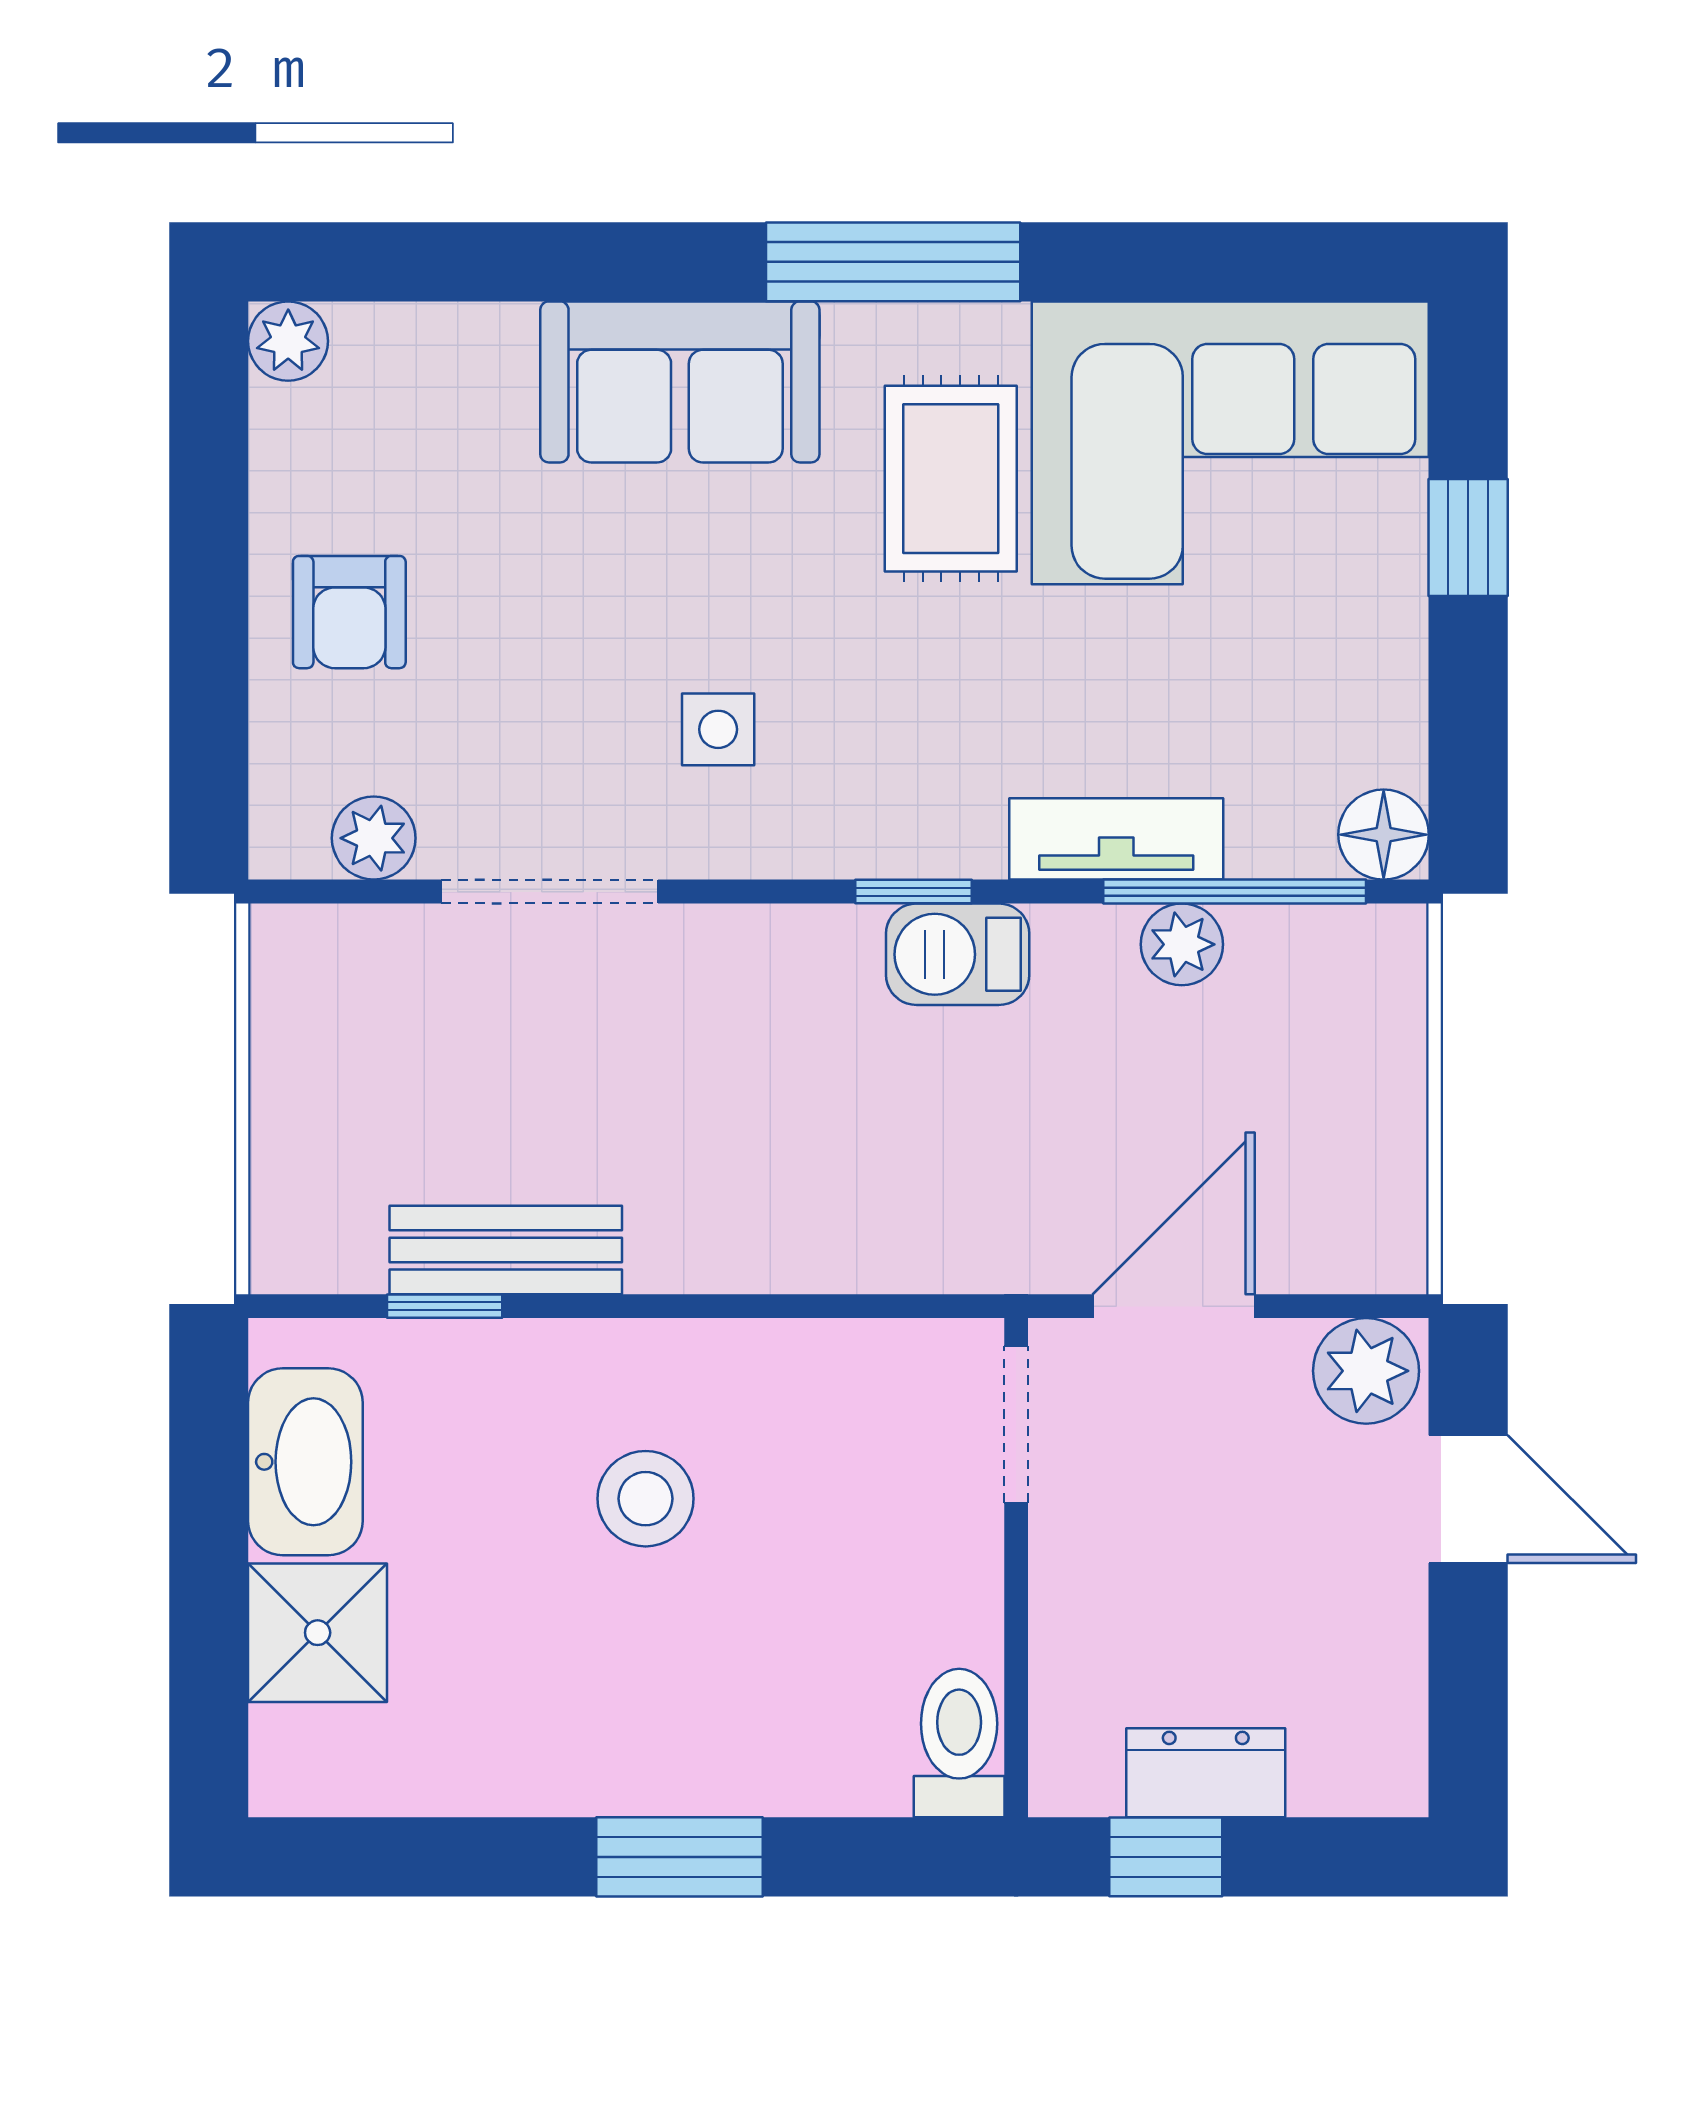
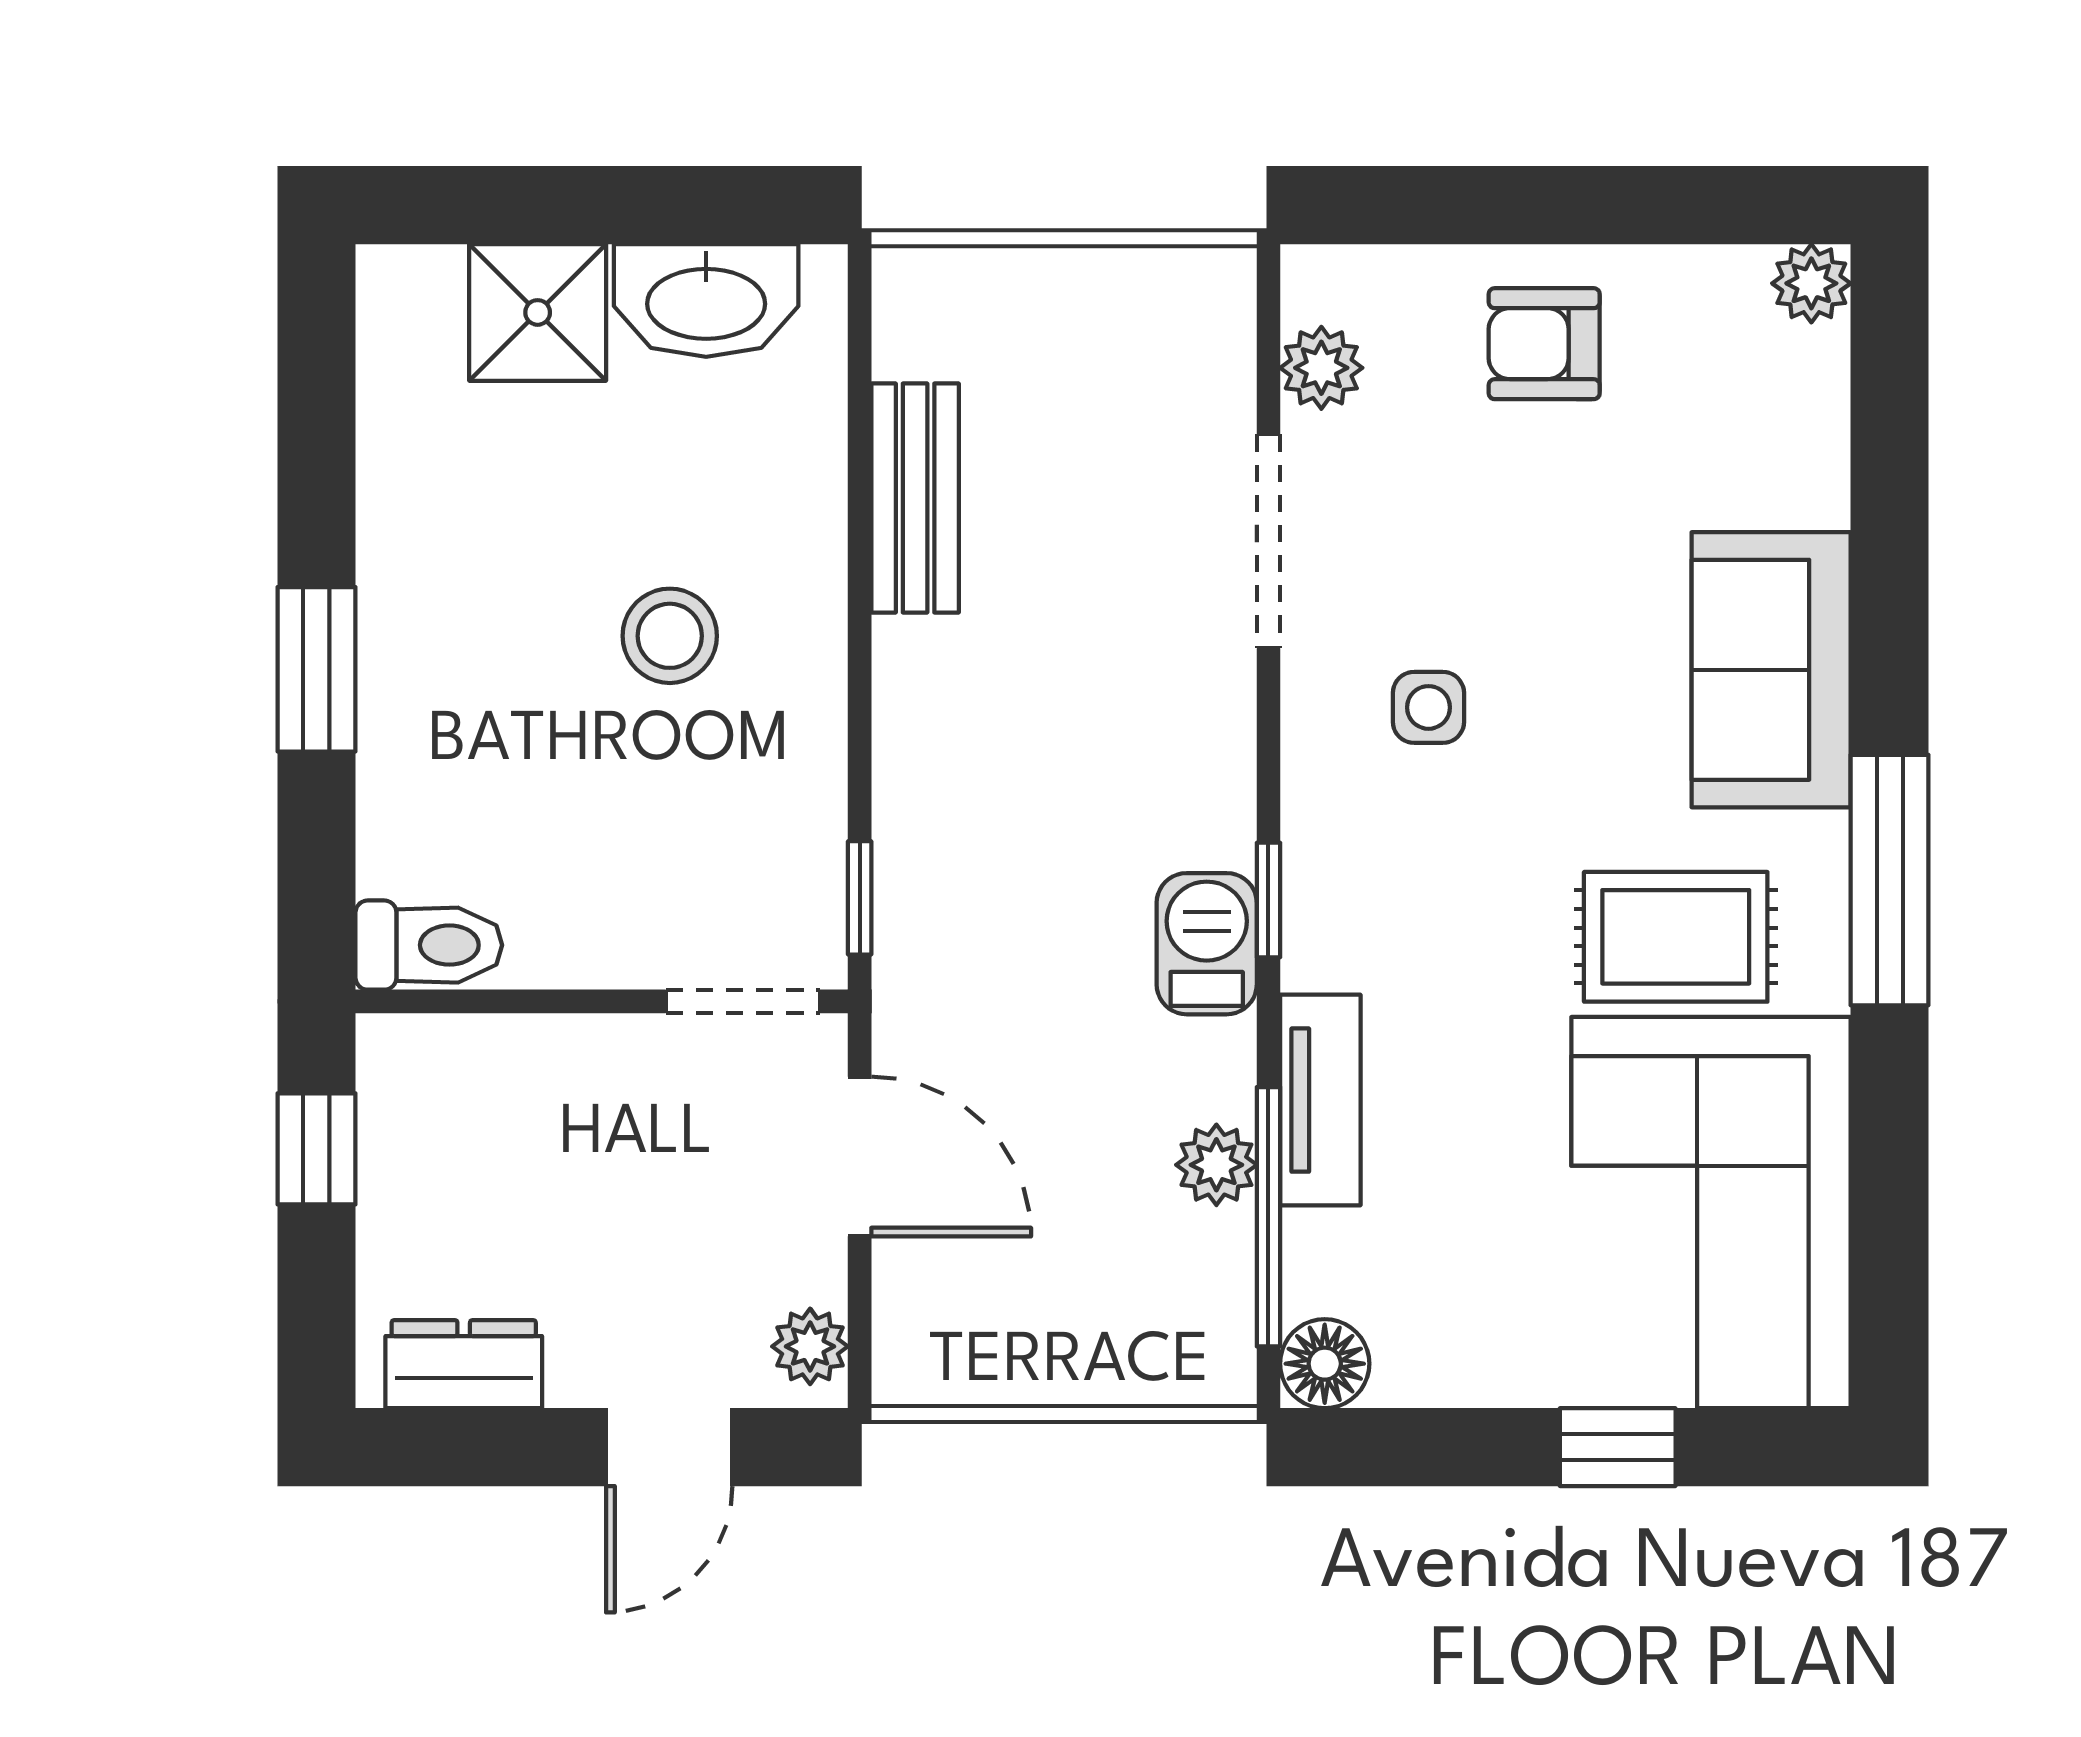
window: (445, 1306) -> (860, 898), moved
plant: (1366, 1371) -> (810, 1346), width x0.73, depth x0.73
dresser: (1206, 1773) -> (464, 1364), moved, turned -90

